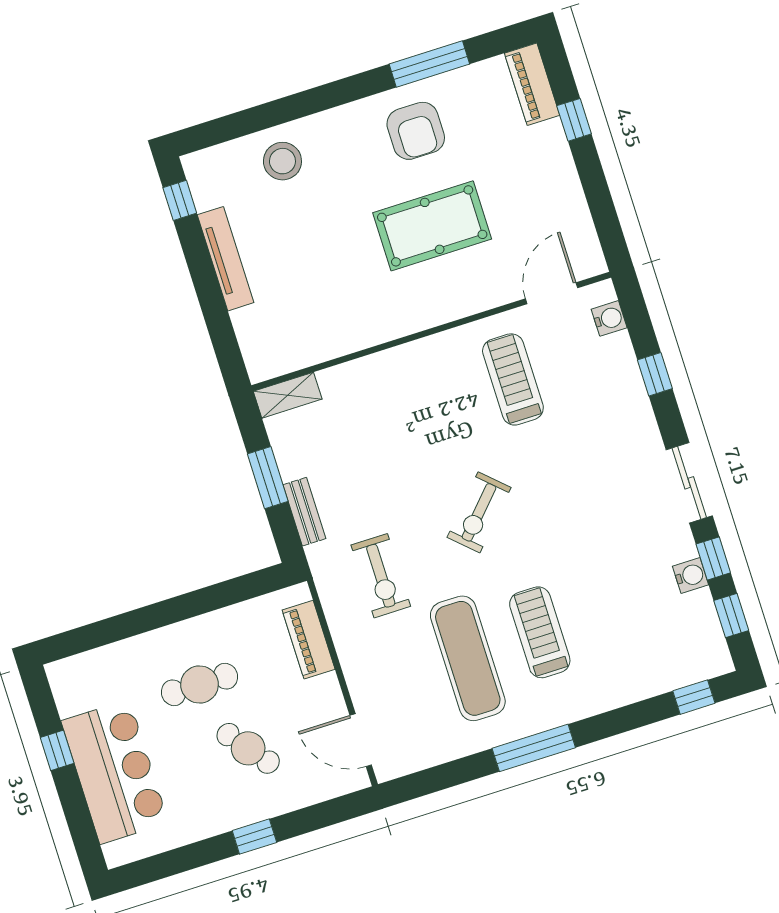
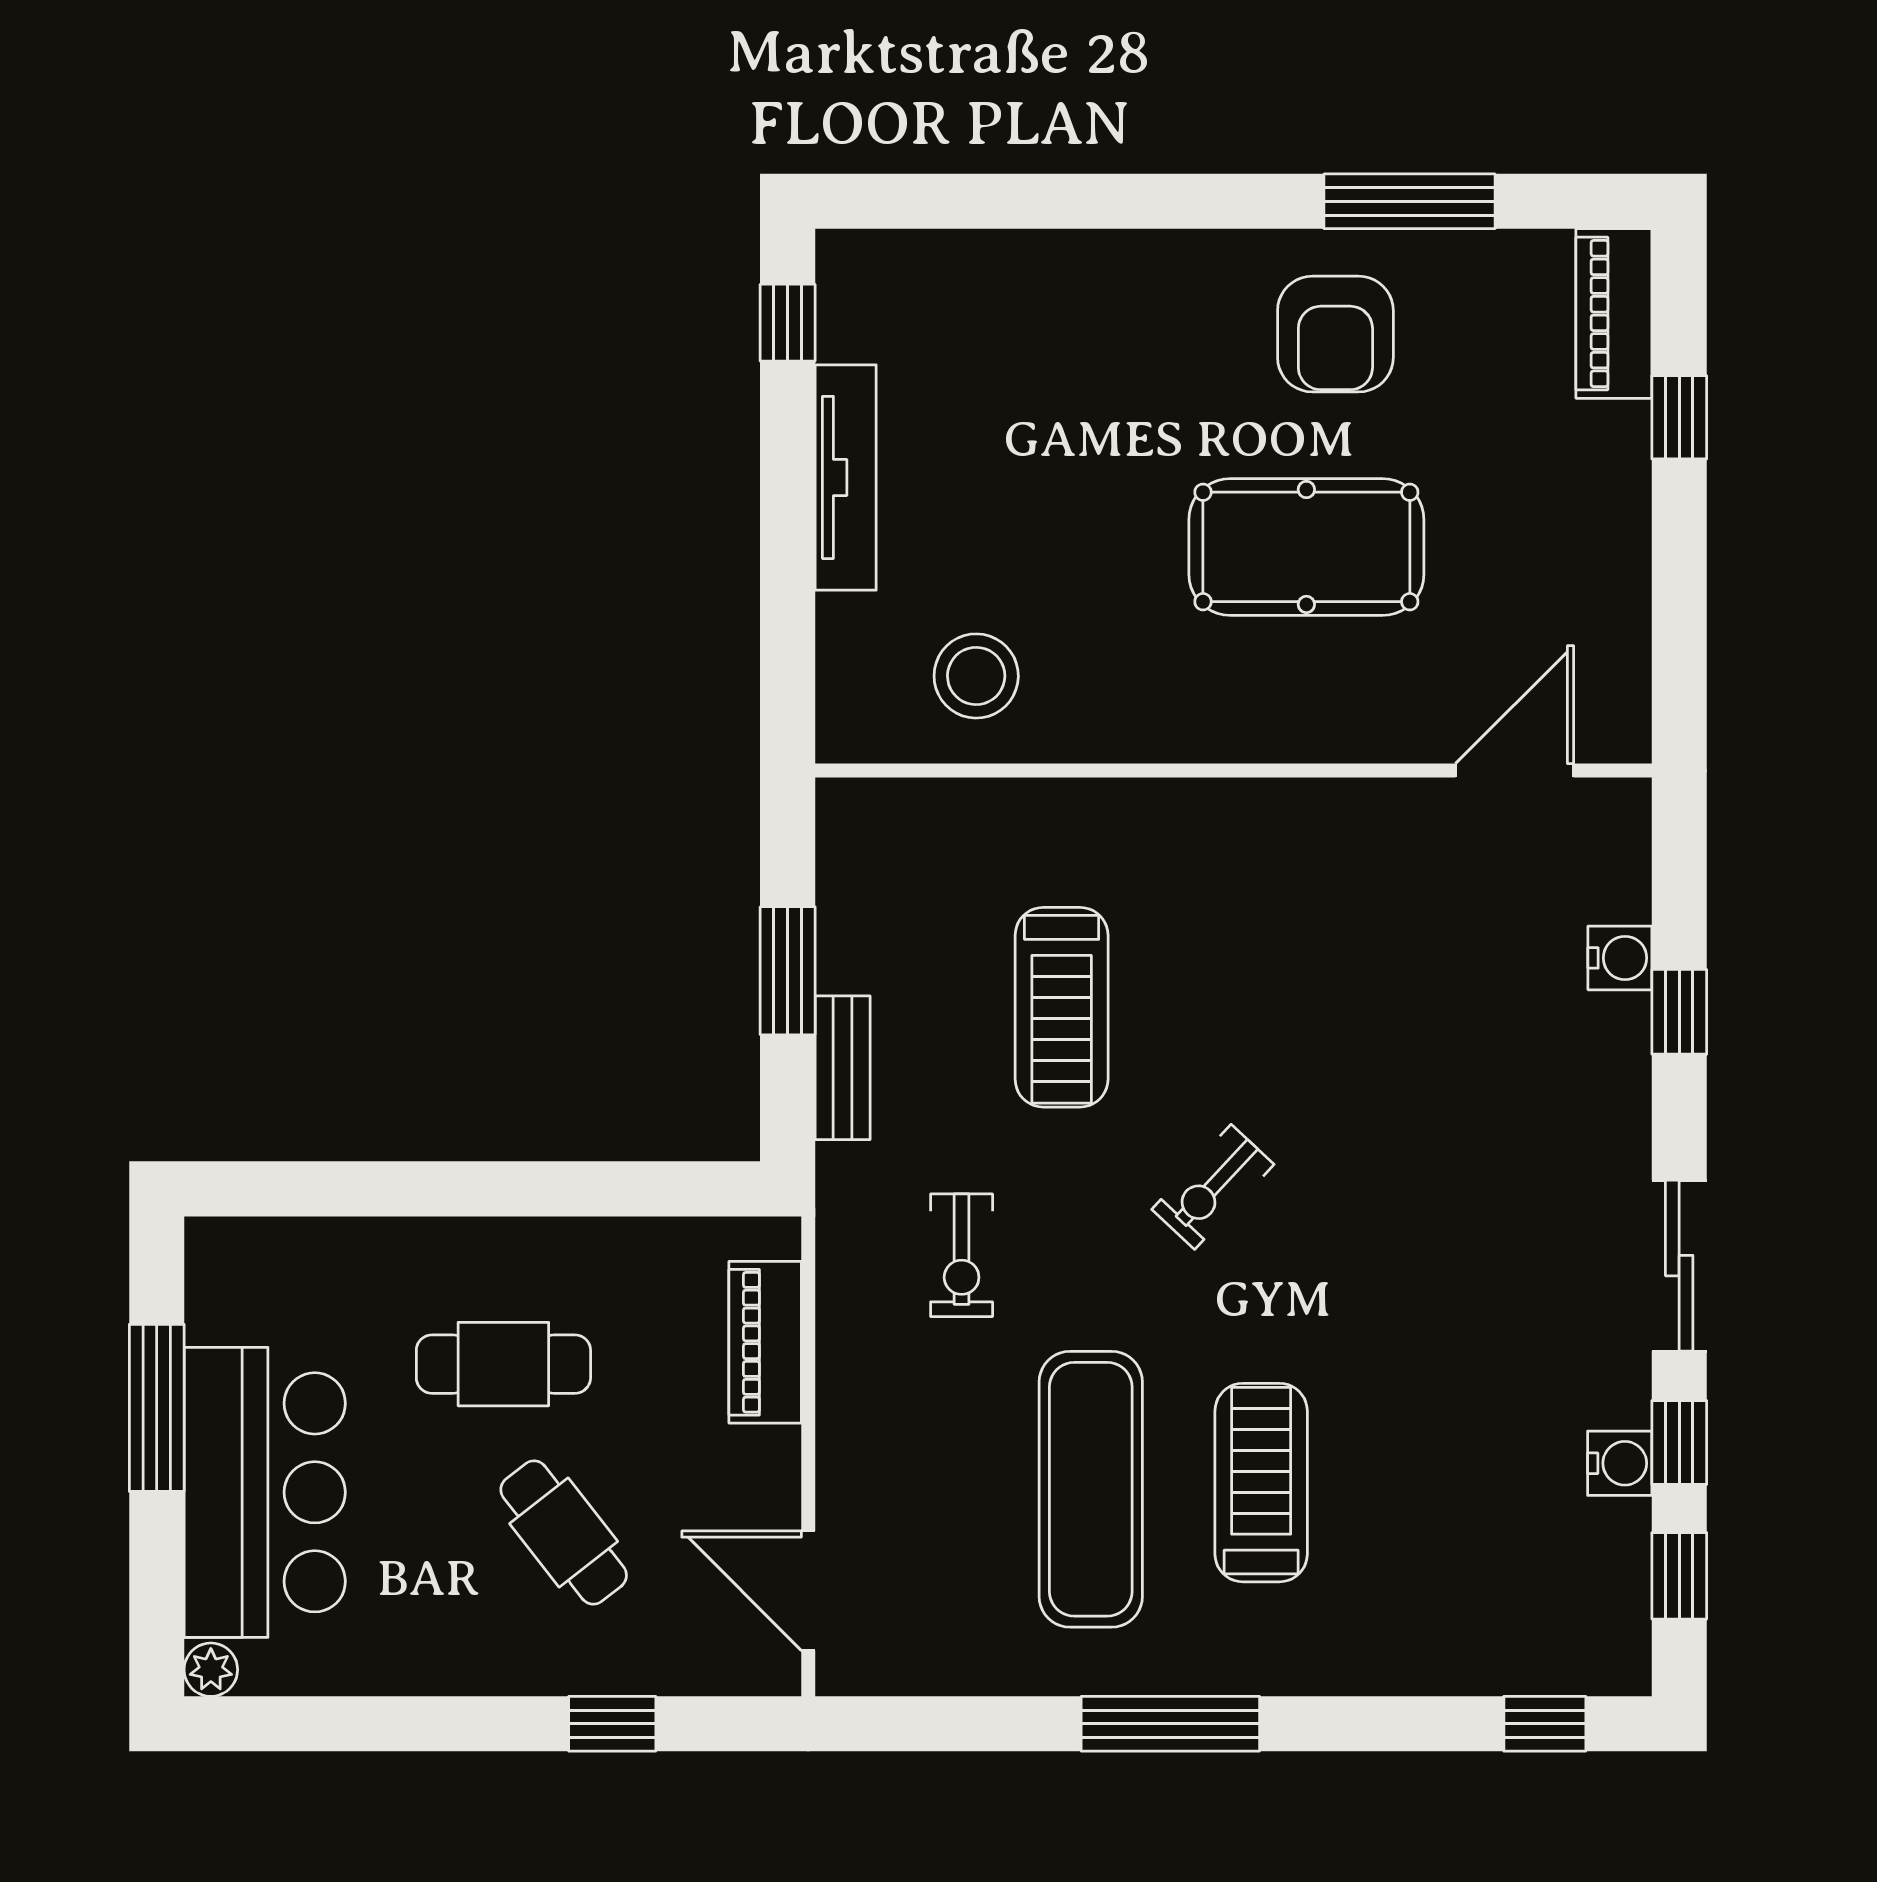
stool: (282, 161) -> (976, 676), moved
water cooler: (609, 318) -> (1620, 958), moved
treadmill: (513, 379) -> (1062, 1007), moved, turned 180
shelving: (288, 395) -> (885, 809), removed
exercise bike: (479, 512) -> (1213, 1187), width x0.73, depth x0.72
exercise bike: (381, 576) -> (962, 1255), width x0.73, depth x0.72
window: (57, 750) -> (157, 1408), width x2.17
window: (254, 836) -> (612, 1724), moved
plant: (116, 855) -> (211, 1670), added

